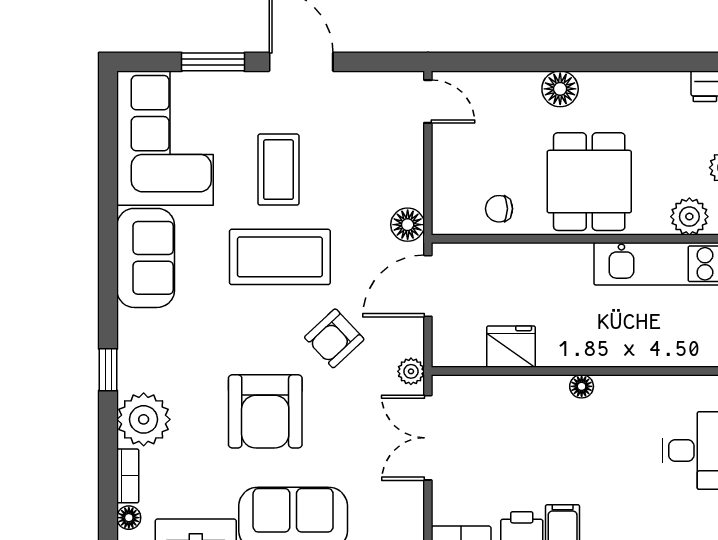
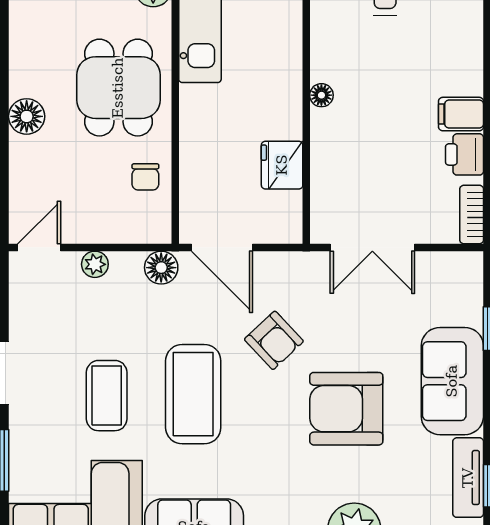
coffee table: (278, 170) -> (107, 396), turned 90
dining table: (589, 182) -> (118, 88), turned 90
plant: (411, 371) -> (95, 264), moved
armchair: (265, 411) -> (346, 409), turned 180

